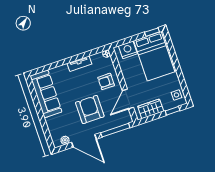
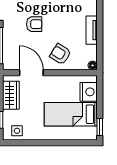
bed: (154, 56) -> (71, 114), width x0.67
armchair: (106, 81) -> (60, 54), turned -58
armchair: (90, 109) -> (34, 24), width x0.53, depth x0.53

